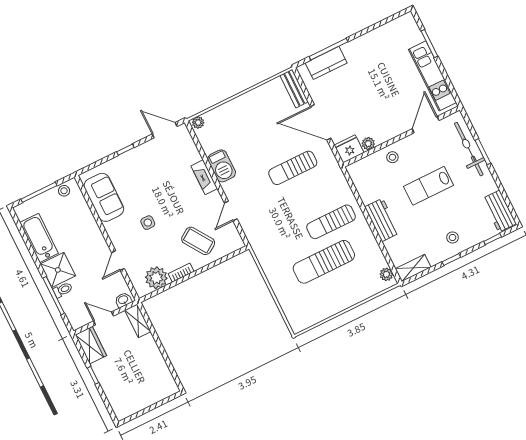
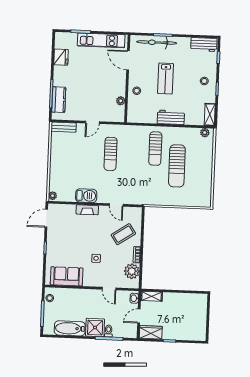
door: (321, 122) -> (92, 122), width x0.53
fridge: (349, 149) -> (61, 57), moved, turned 180

